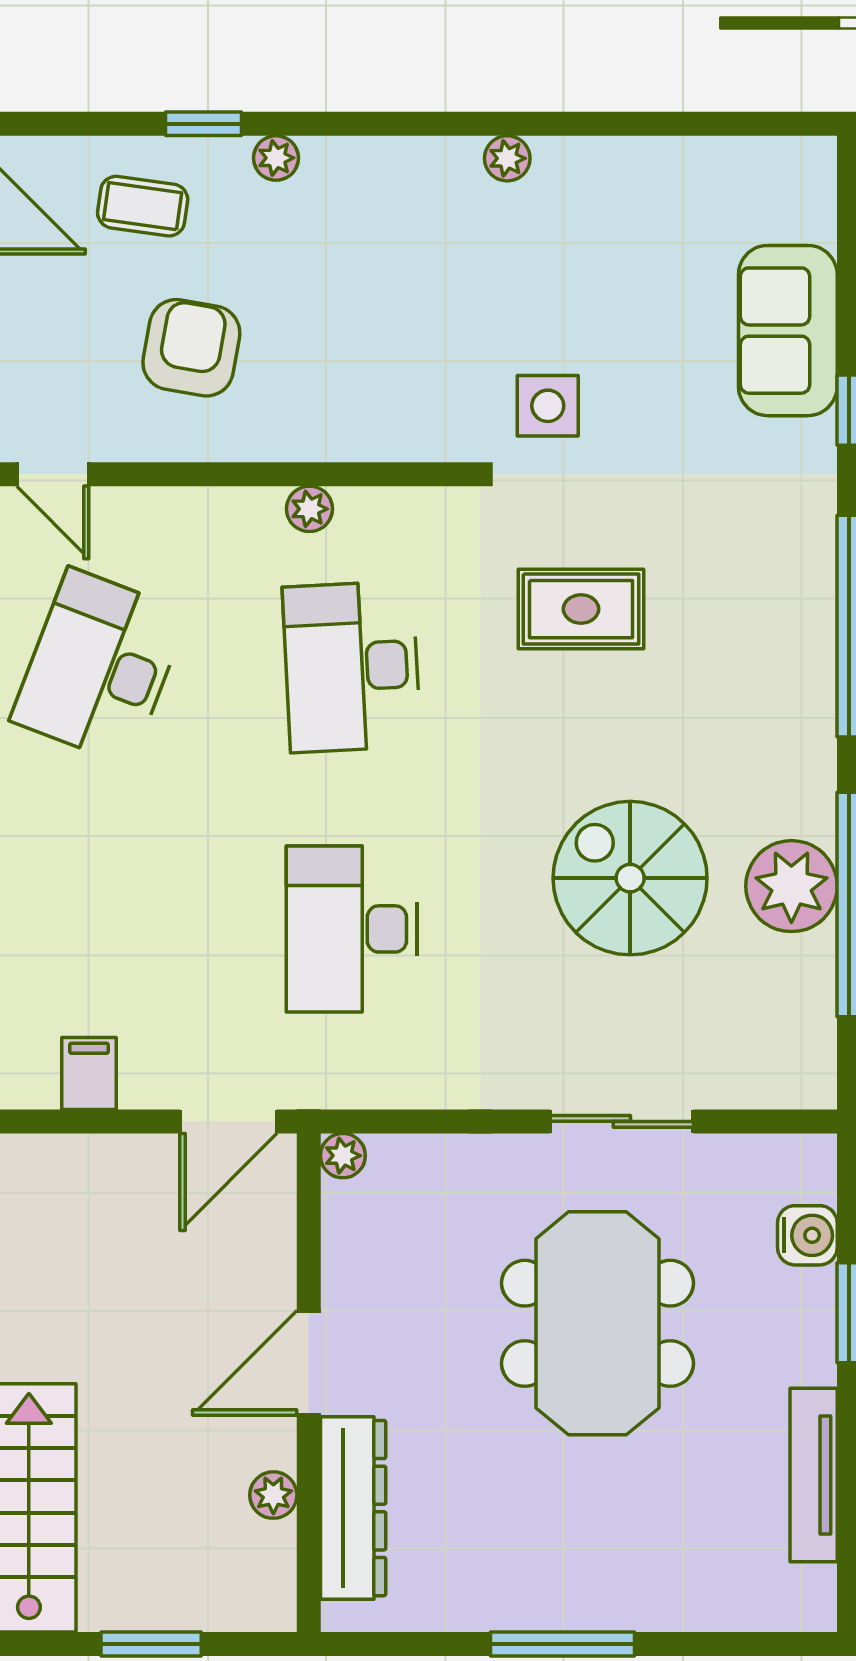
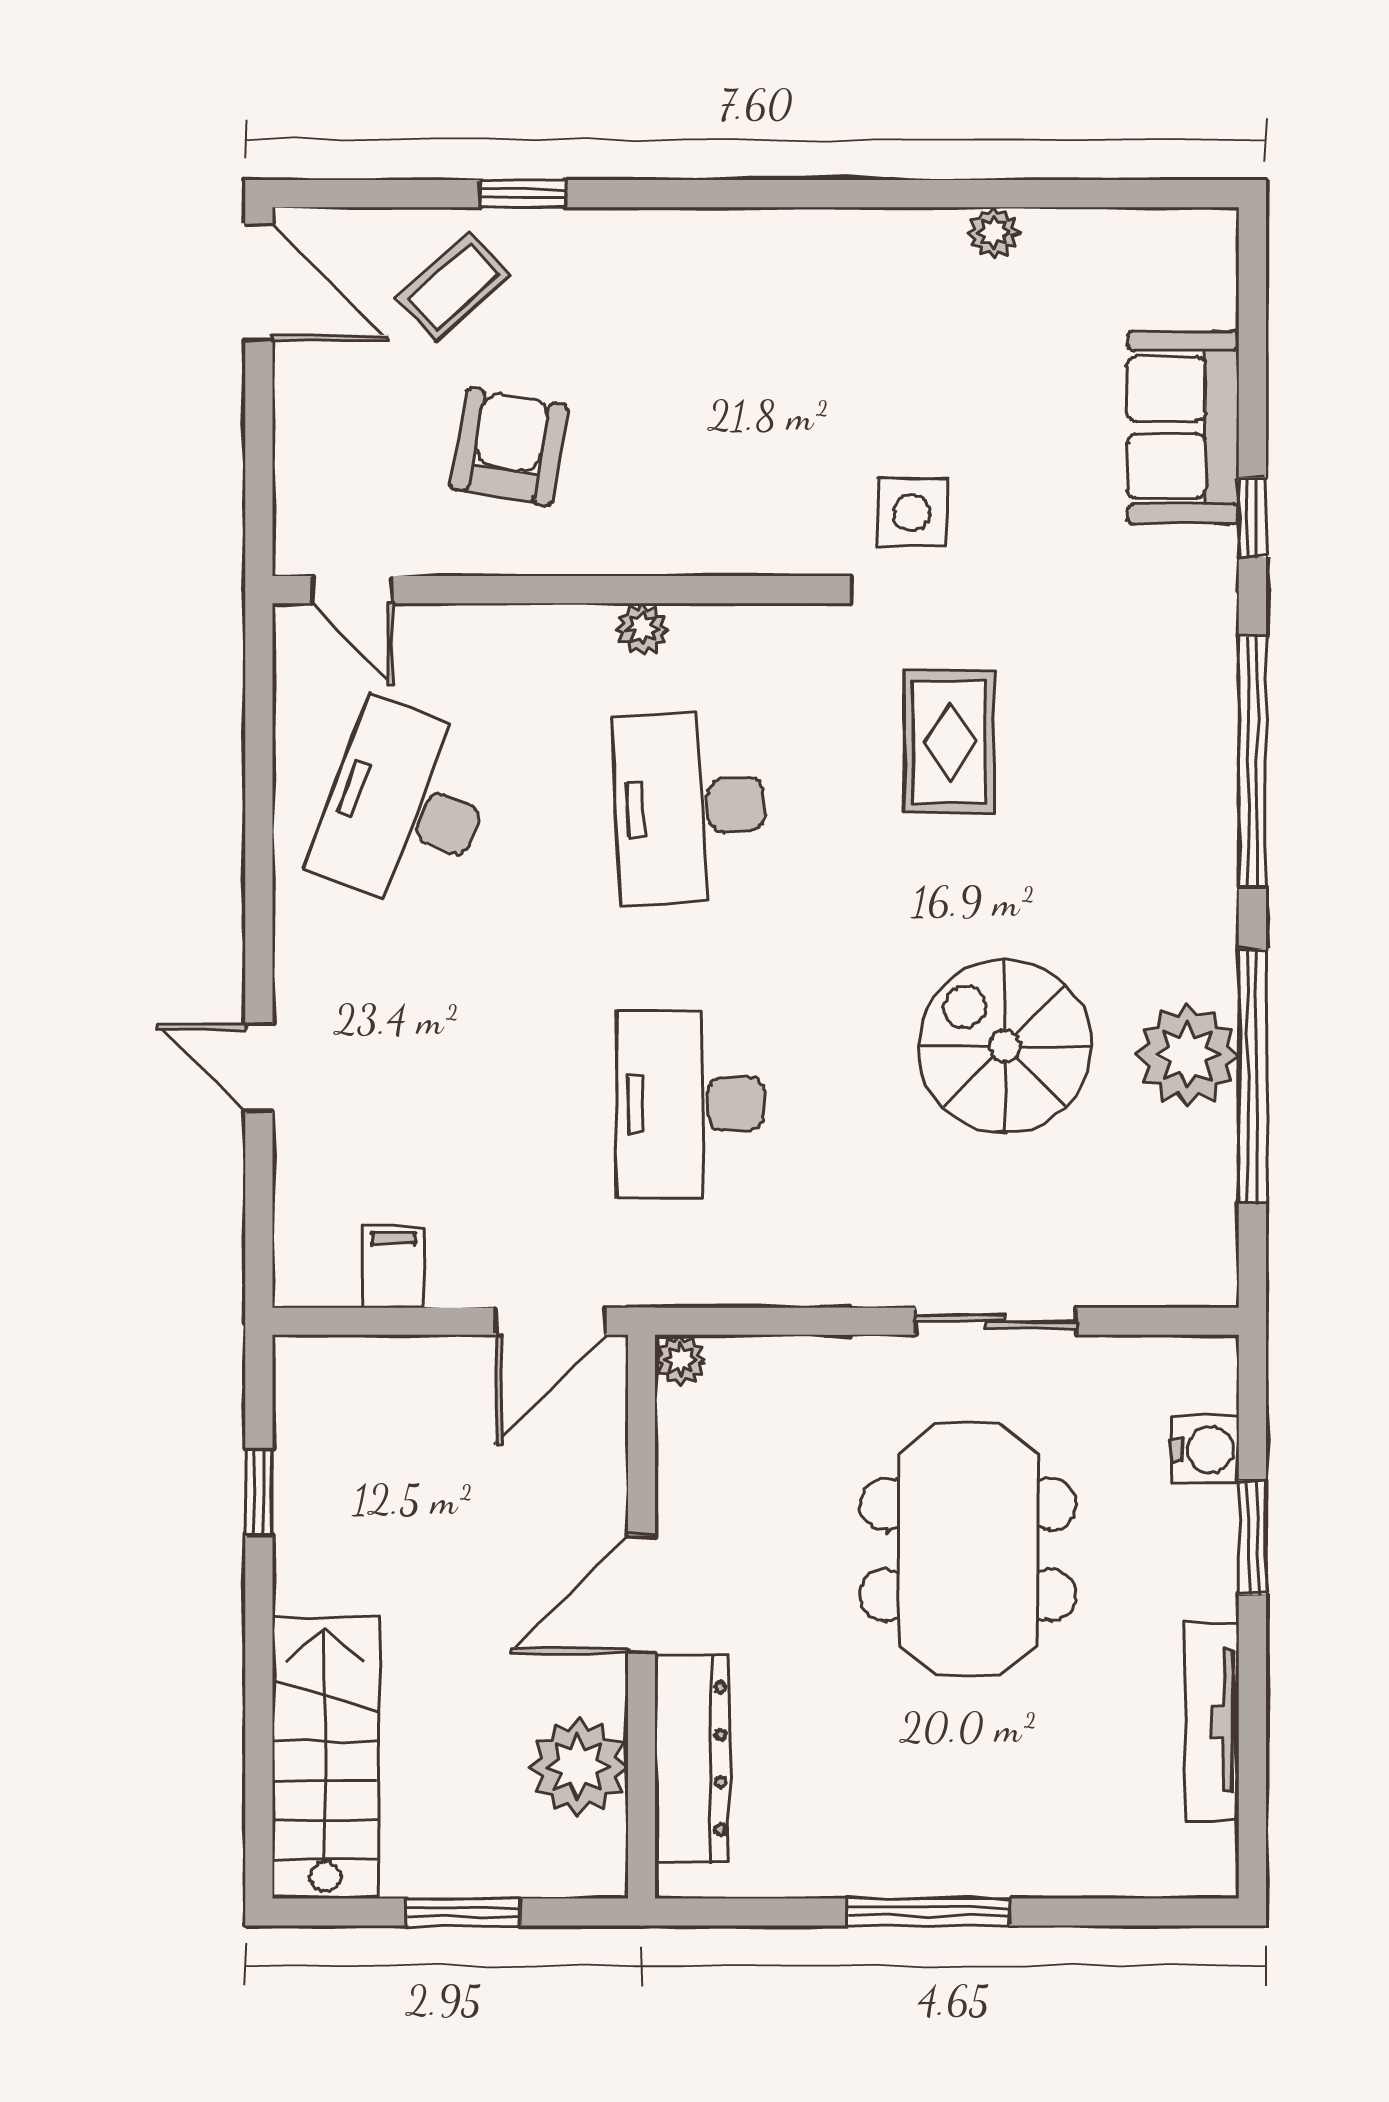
plant: (276, 158) -> (605, 232), removed
plant: (507, 158) -> (993, 233), moved
coffee table: (143, 206) -> (454, 287), turned -50
rug: (581, 609) -> (949, 742), turned 90
plant: (273, 1495) -> (578, 1767), width x1.88, depth x1.88

